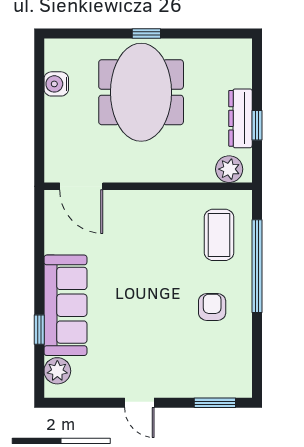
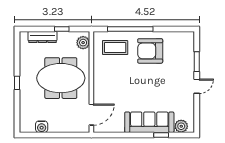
meeting table: (141, 92) -> (61, 78), moved
dresser: (240, 118) -> (42, 37), moved
armchair: (212, 307) -> (150, 51), width x1.88, depth x1.88
window: (215, 403) -> (197, 62), moved

